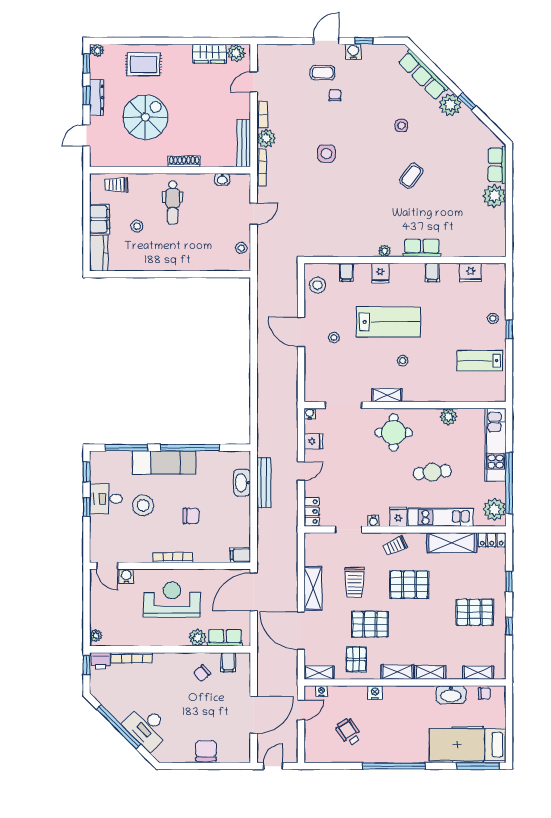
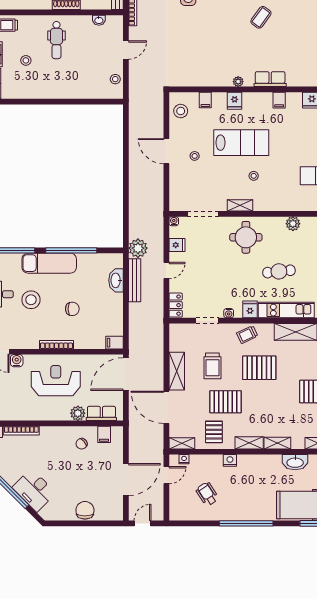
plant: (268, 445) -> (138, 248), added

